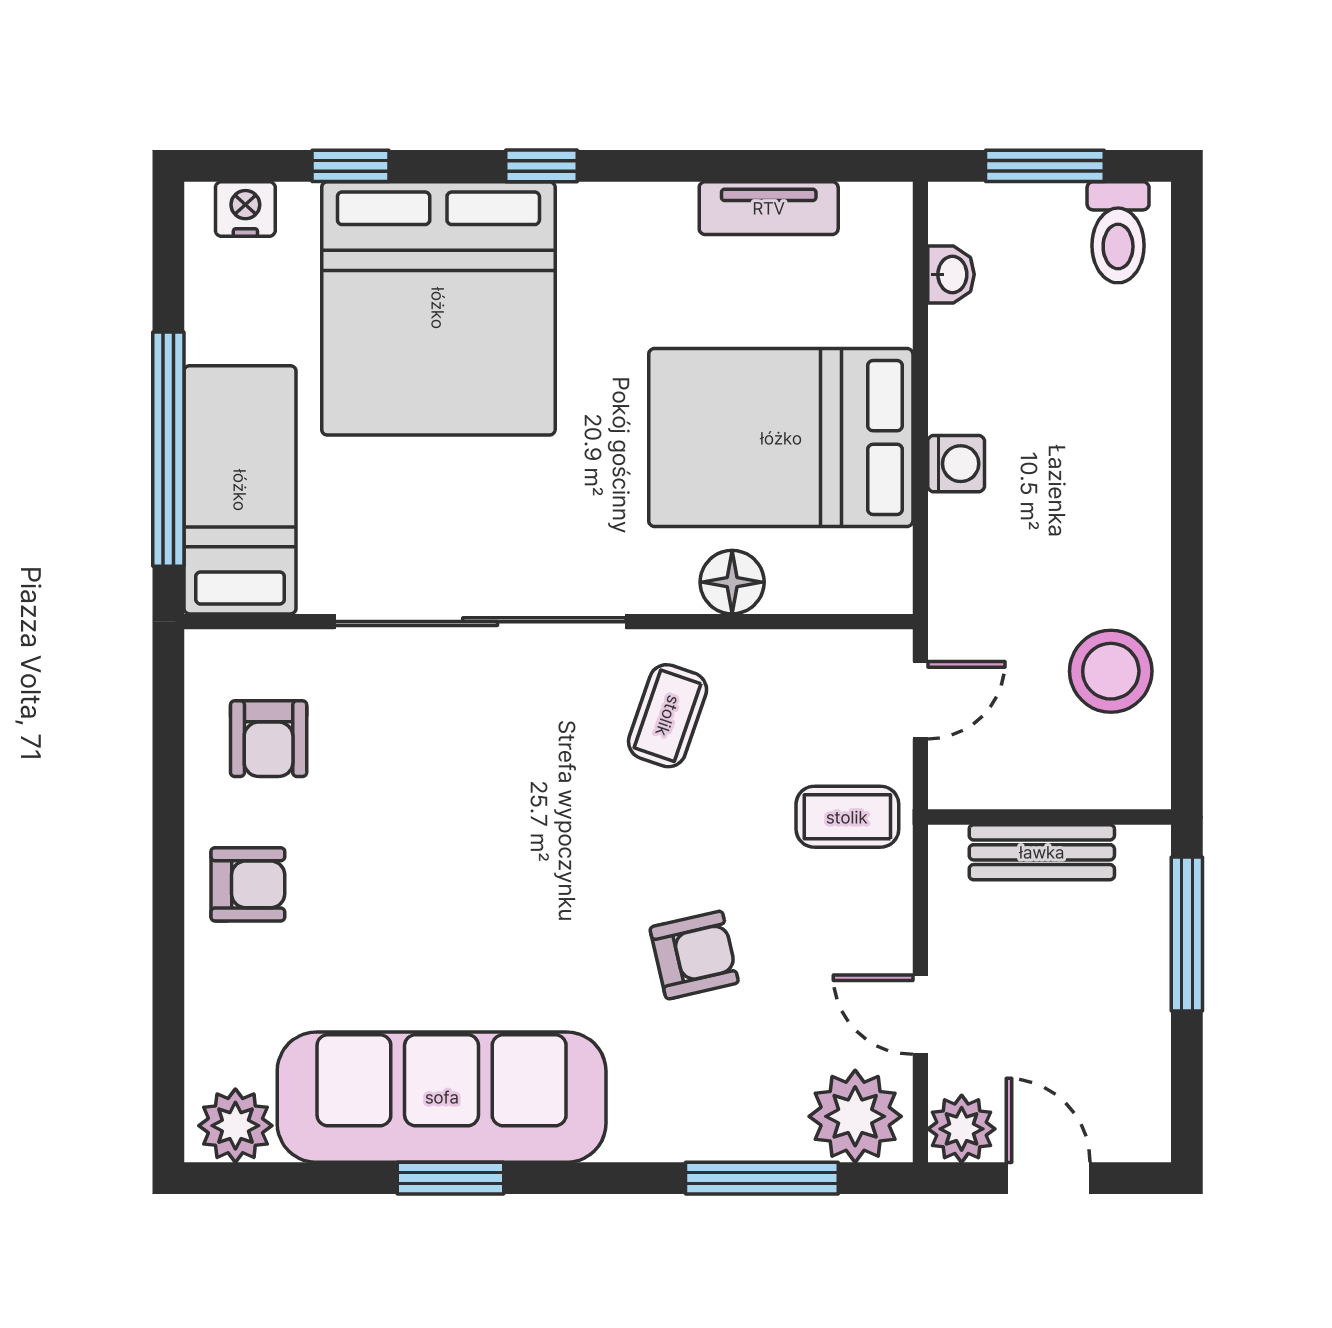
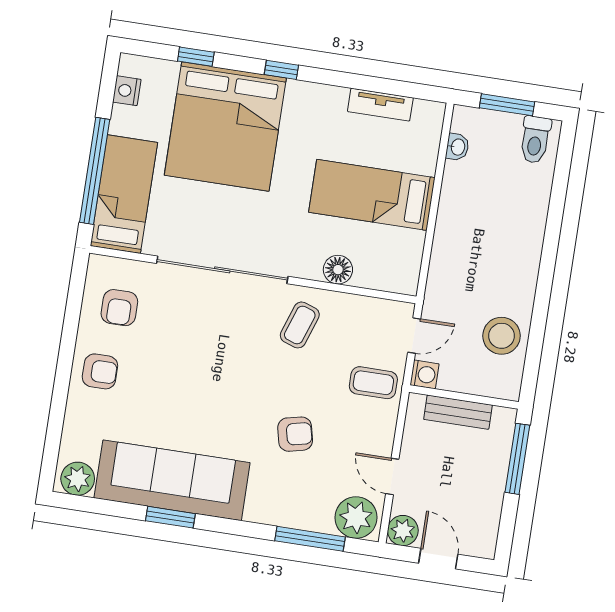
nightstand: (245, 209) -> (127, 91), moved, turned -90
bed: (781, 438) -> (372, 195), width x0.67
washing machine: (956, 464) -> (425, 374), moved

